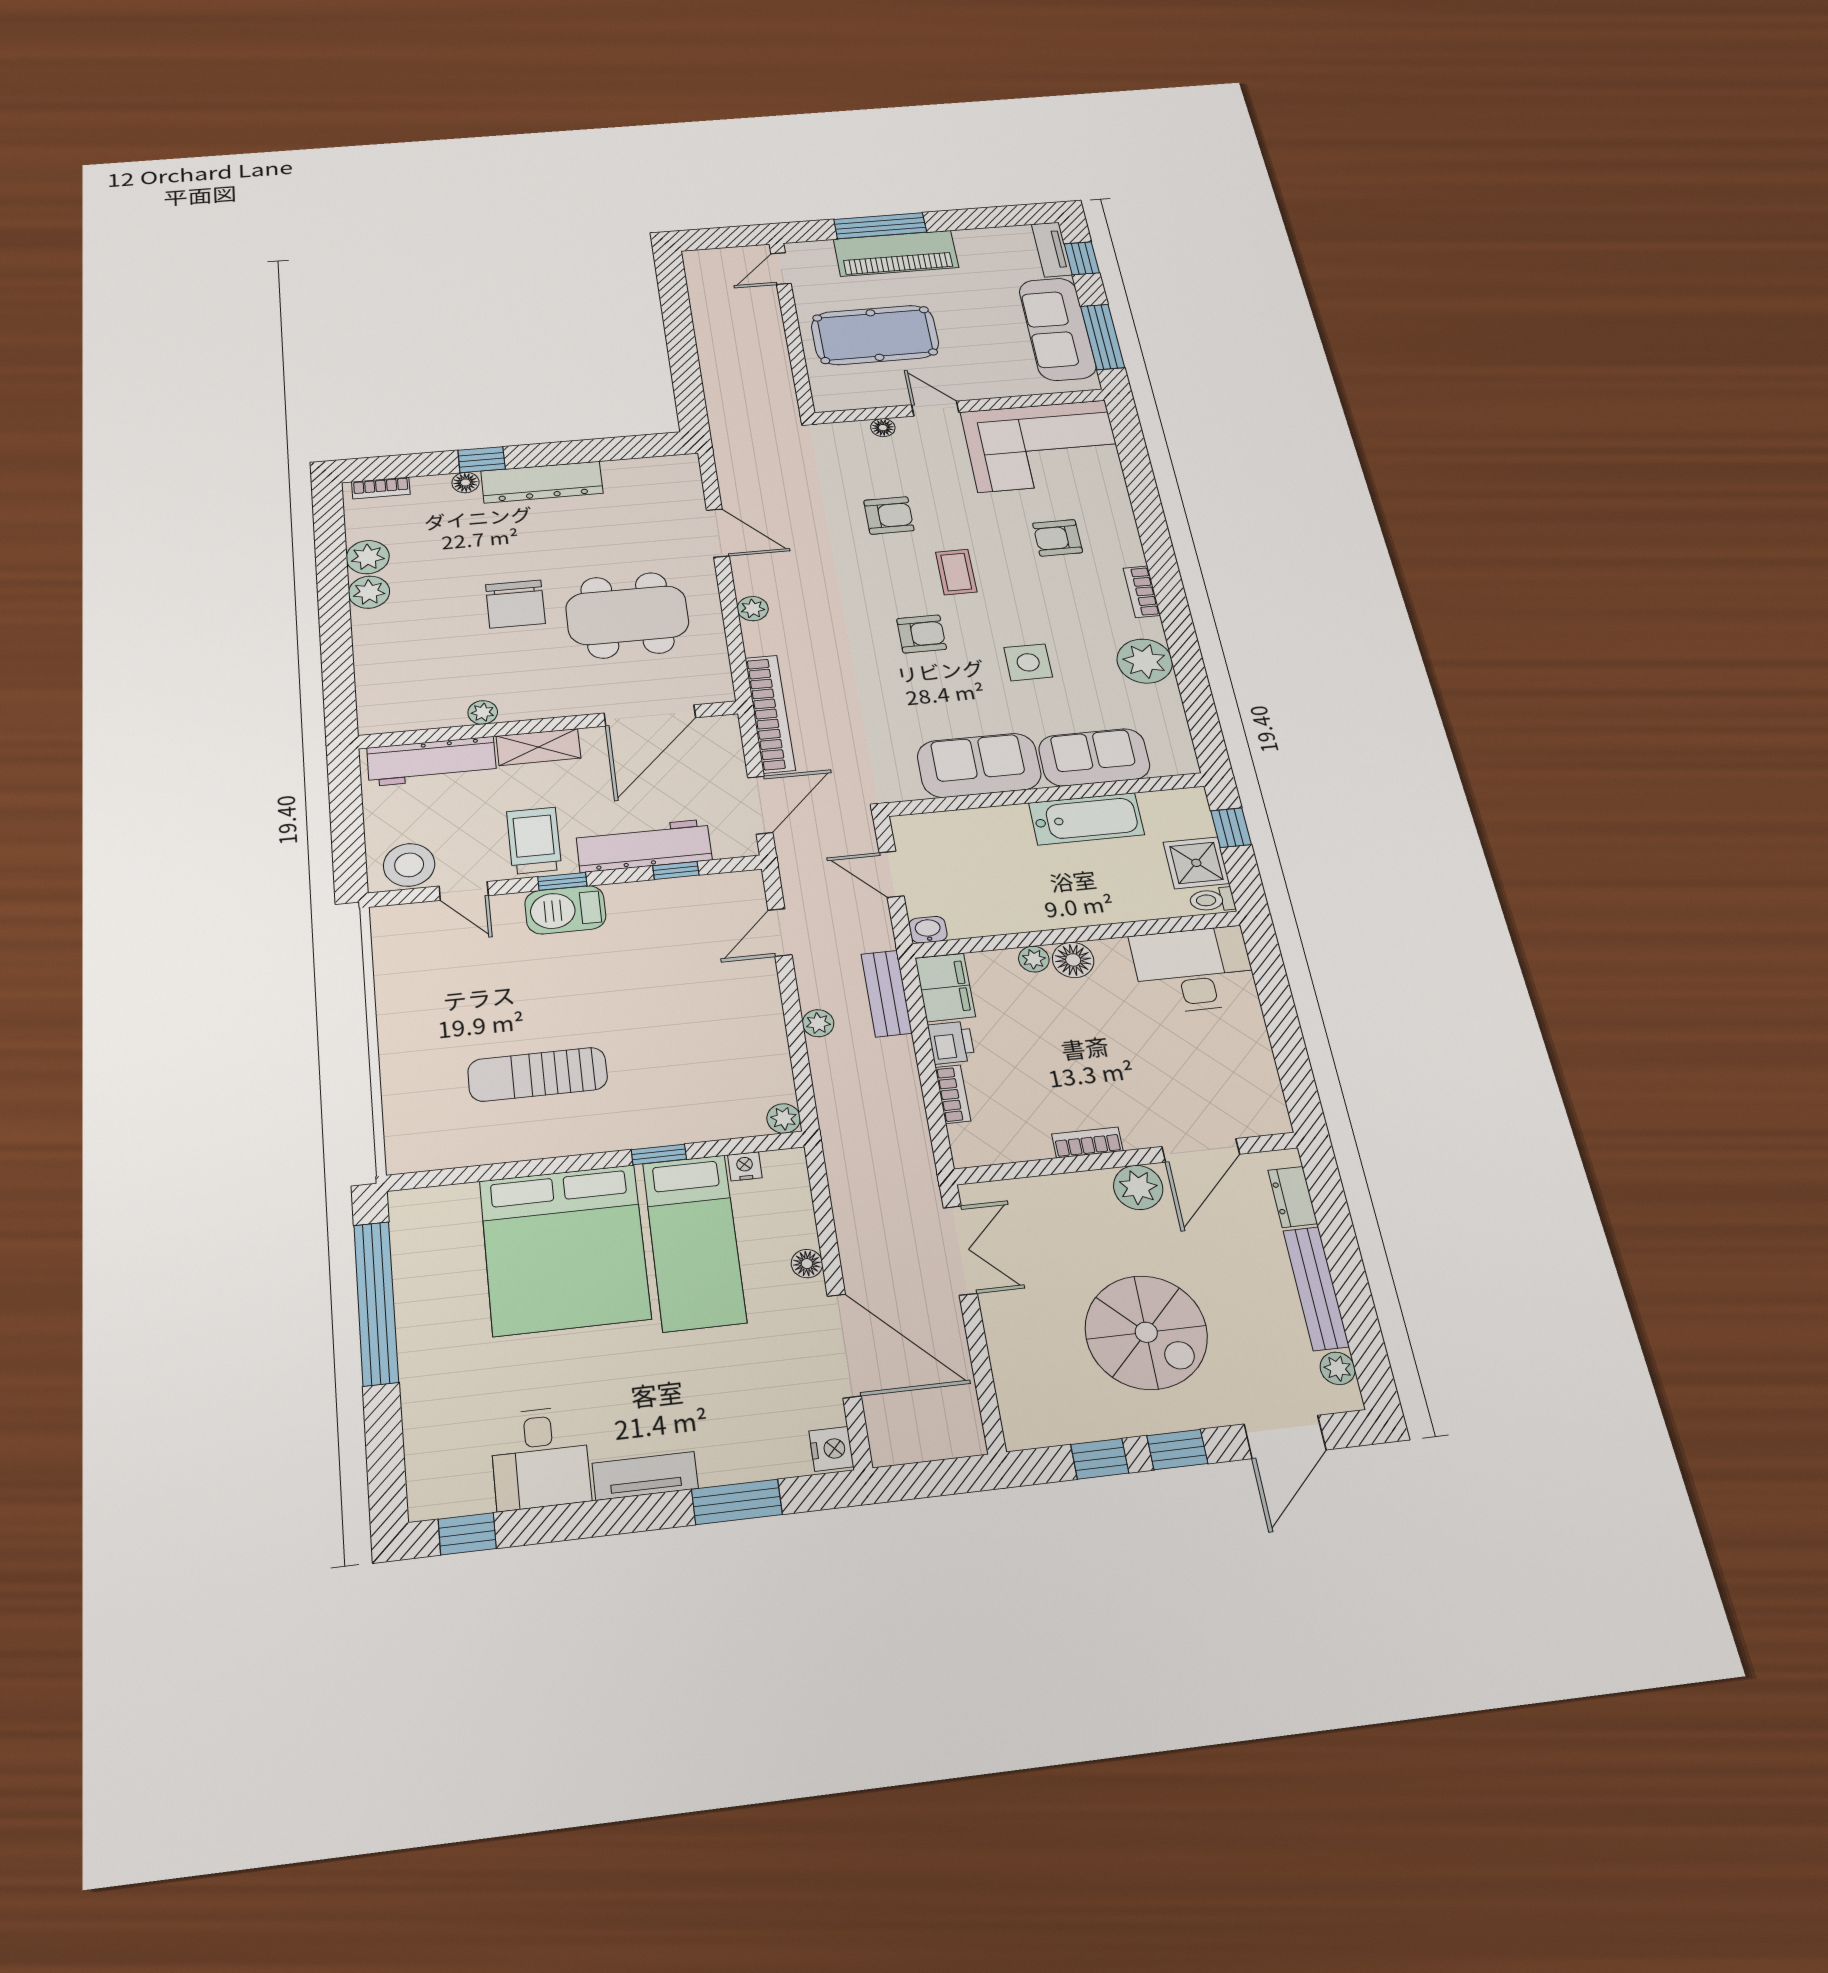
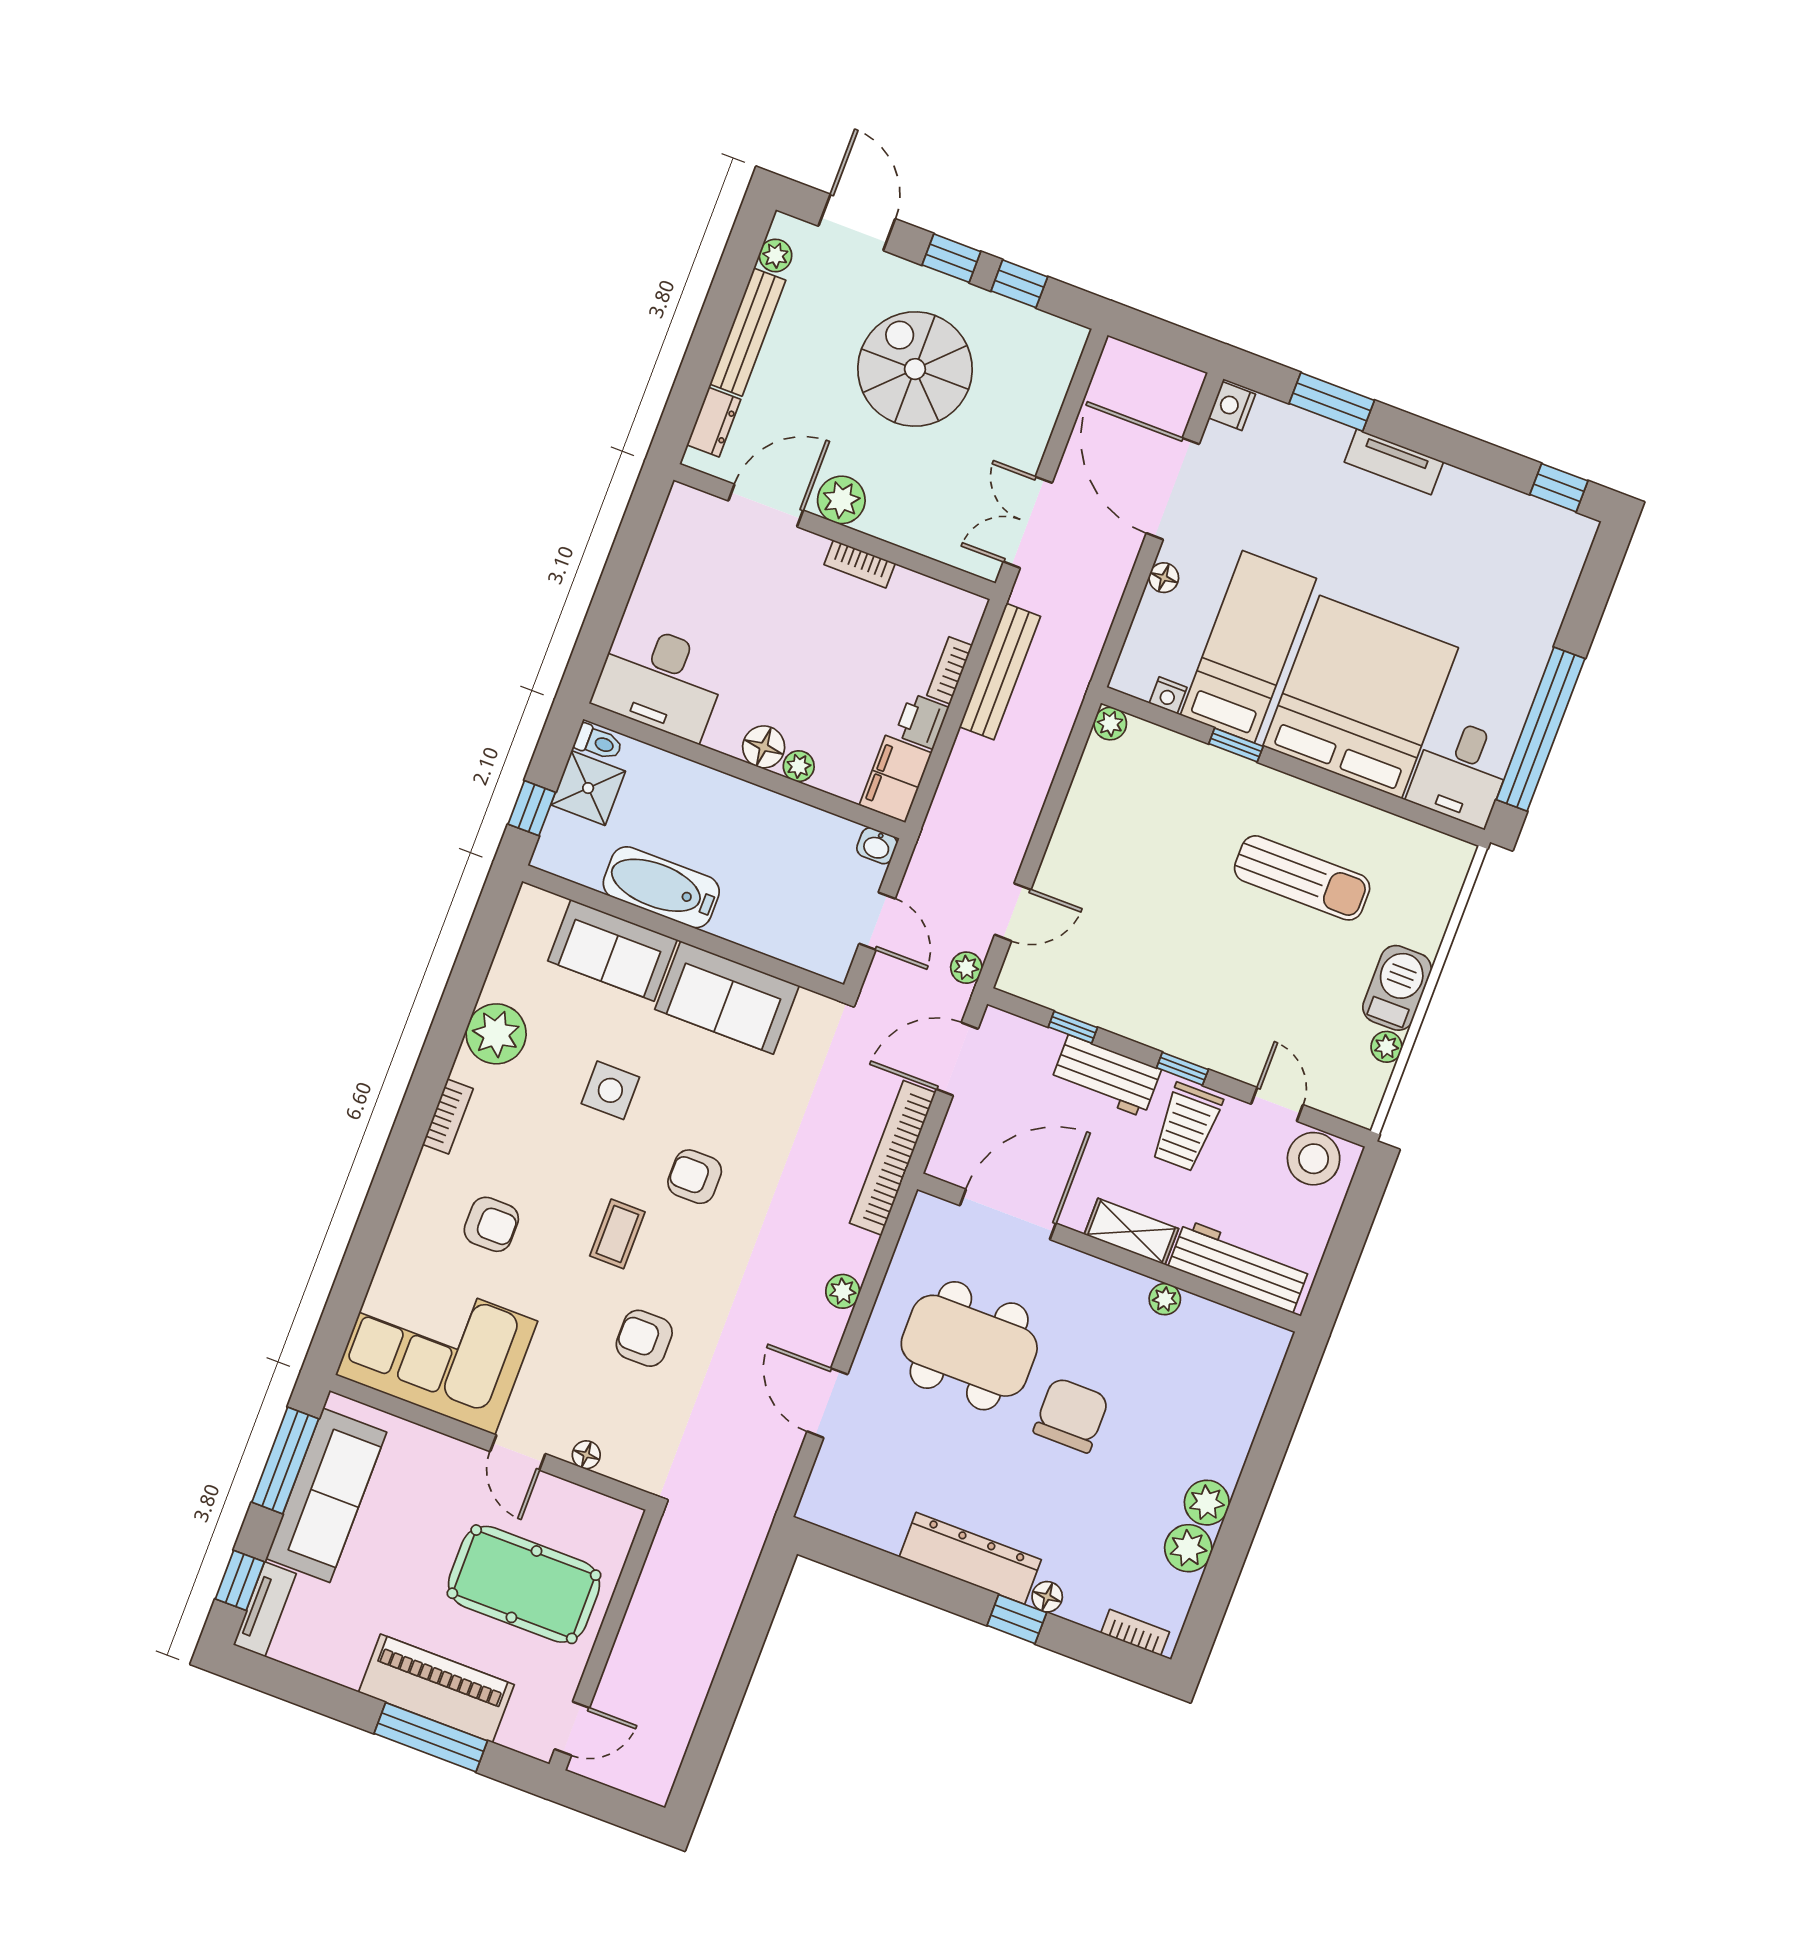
workbench: (644, 846) -> (1106, 1076), width x0.73
barbecue: (565, 910) -> (1397, 988), moved, turned -90
plant: (388, 977) -> (1386, 1047), added
bench: (887, 993) -> (1000, 672), moved, width x1.36
plant: (818, 1023) -> (966, 968), moved
door: (1285, 1437) -> (857, 222), hinge flipped
desk: (540, 1458) -> (1461, 772), moved, turned 180

